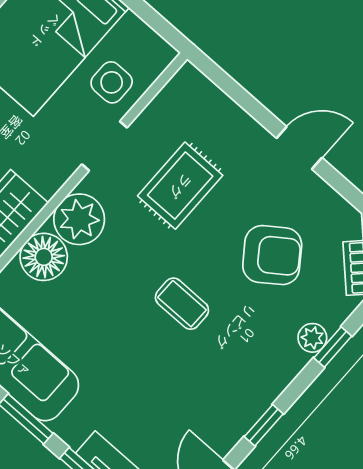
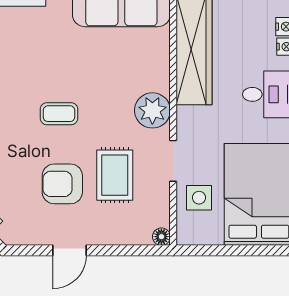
armchair: (272, 255) -> (62, 184), moved, turned 36
floor lamp: (44, 257) -> (161, 237), moved, width x0.53, depth x0.53

